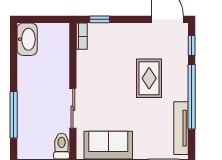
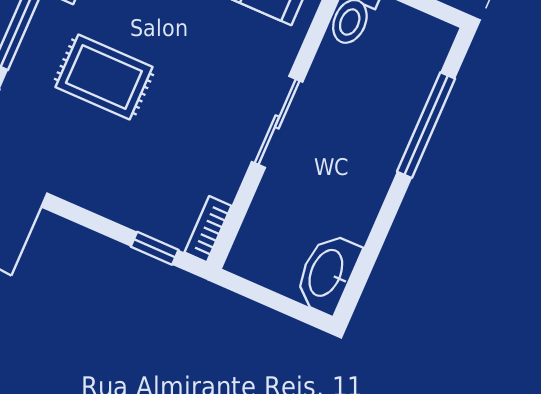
rug: (149, 78) -> (104, 77), turned 90
sliding door: (73, 108) -> (277, 122), moved

